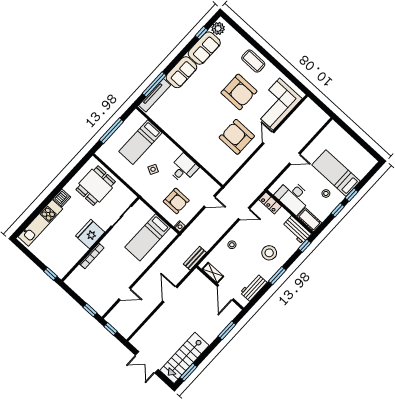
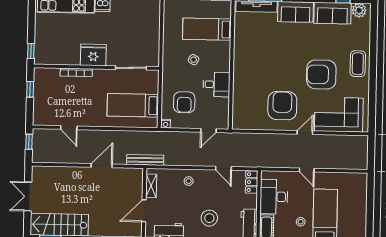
armchair: (239, 92) -> (321, 74), turned 90
dining table: (96, 186) -> (138, 24), removed
door: (210, 201) -> (208, 131), hinge flipped
bench: (195, 258) -> (145, 160), width x1.36
window: (90, 310) -> (30, 89), moved

